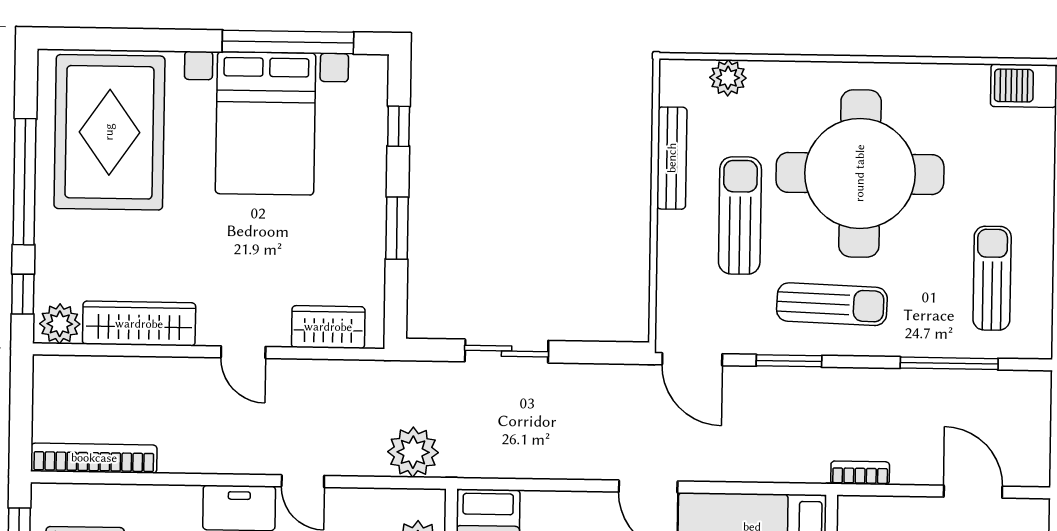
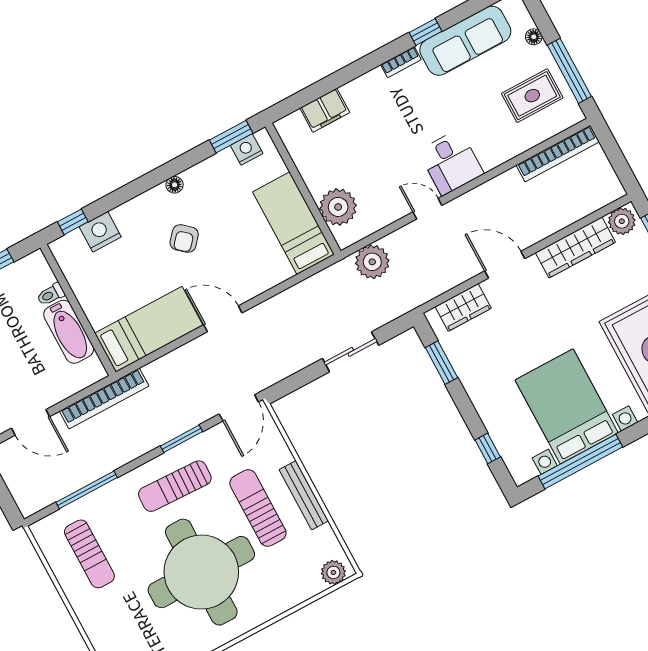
plant: (728, 78) -> (333, 572), moved
bench: (672, 158) -> (304, 495), moved
sun lounger: (740, 216) -> (258, 508), turned 180
window: (397, 228) -> (441, 363), moved
door: (243, 352) -> (505, 265), width x1.38
door: (692, 359) -> (239, 408), swing flipped
bookcase: (860, 473) -> (104, 399), width x2.31, depth x1.31

